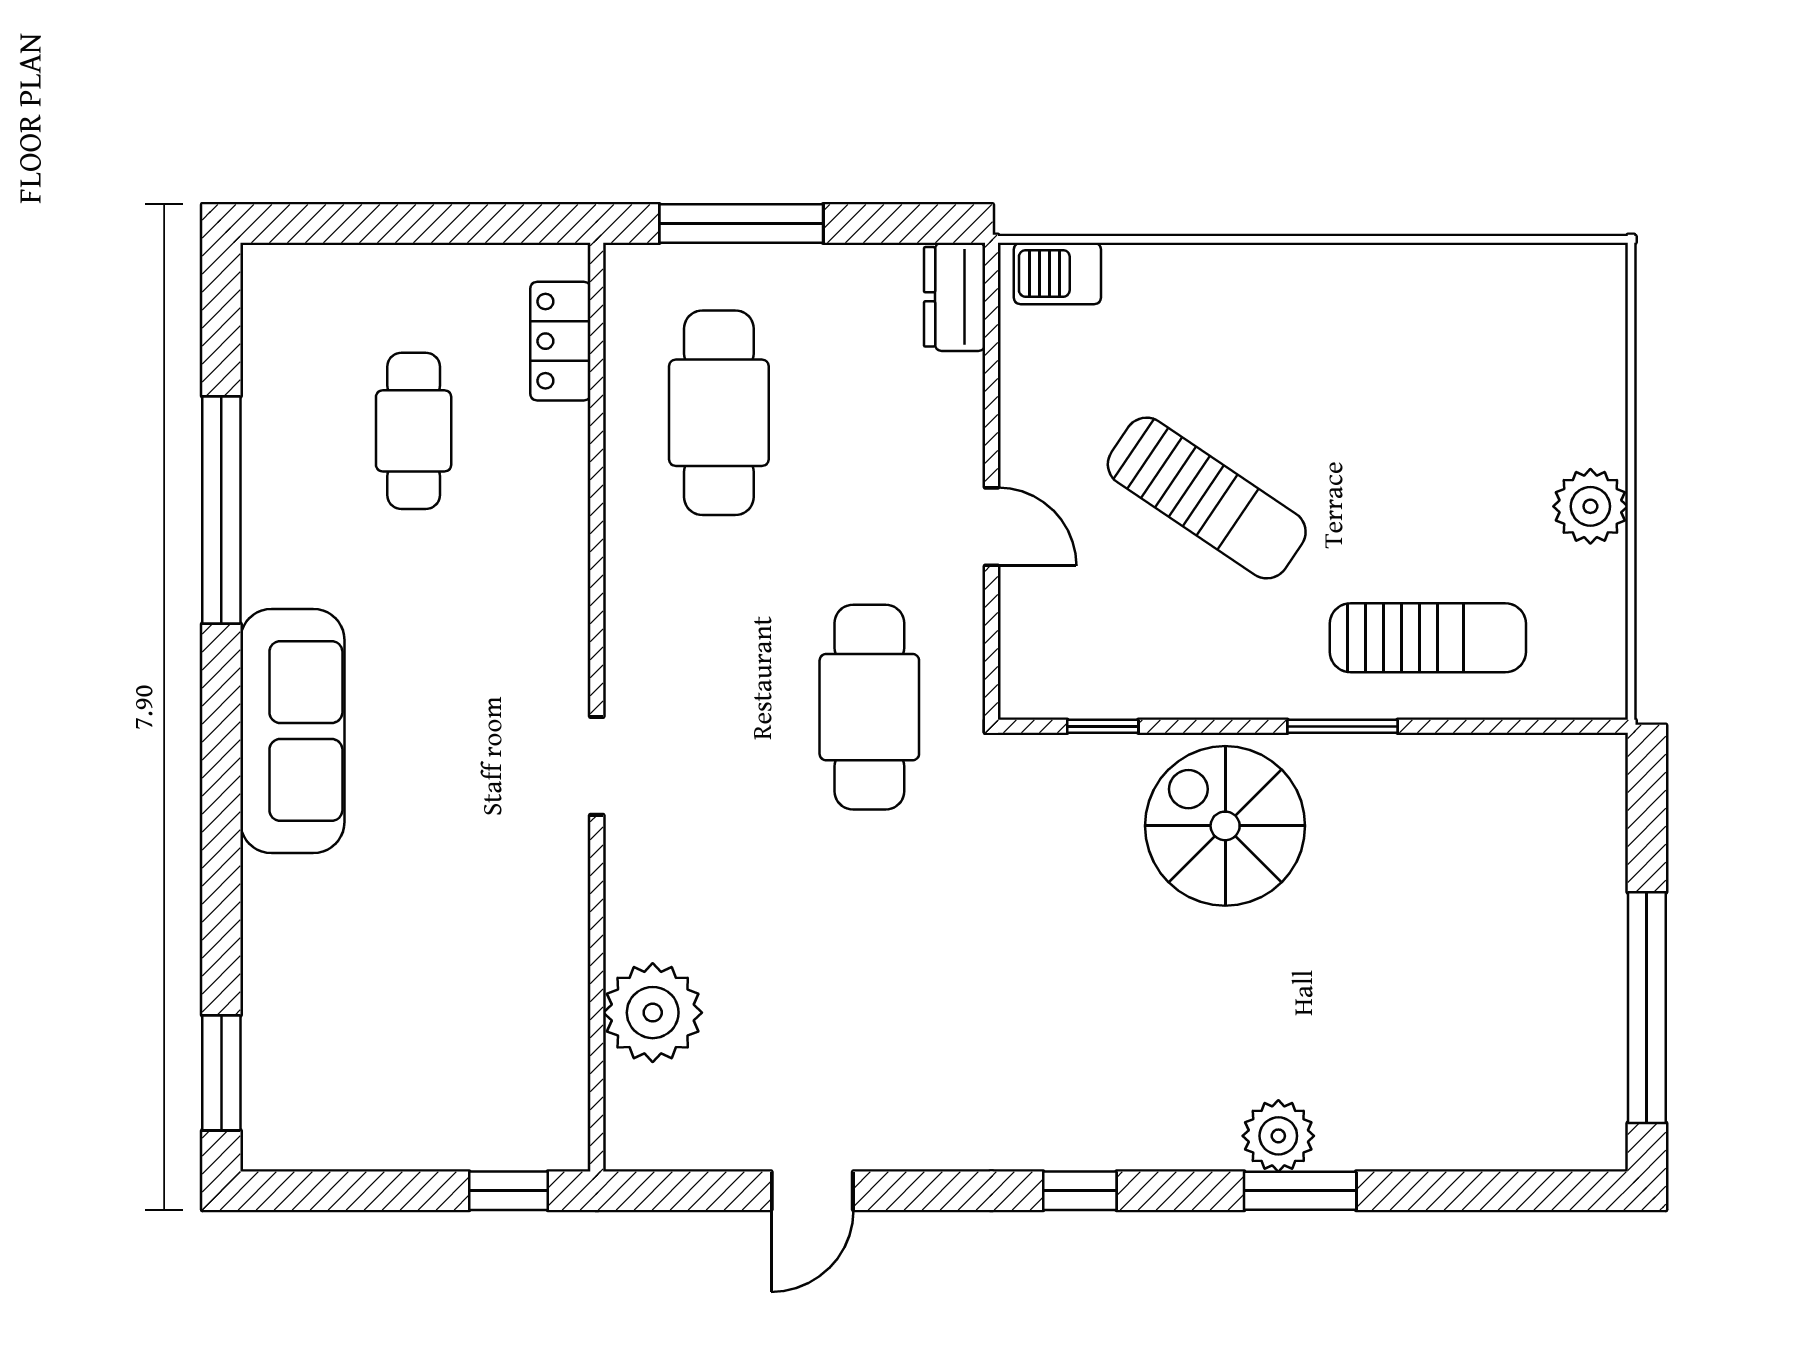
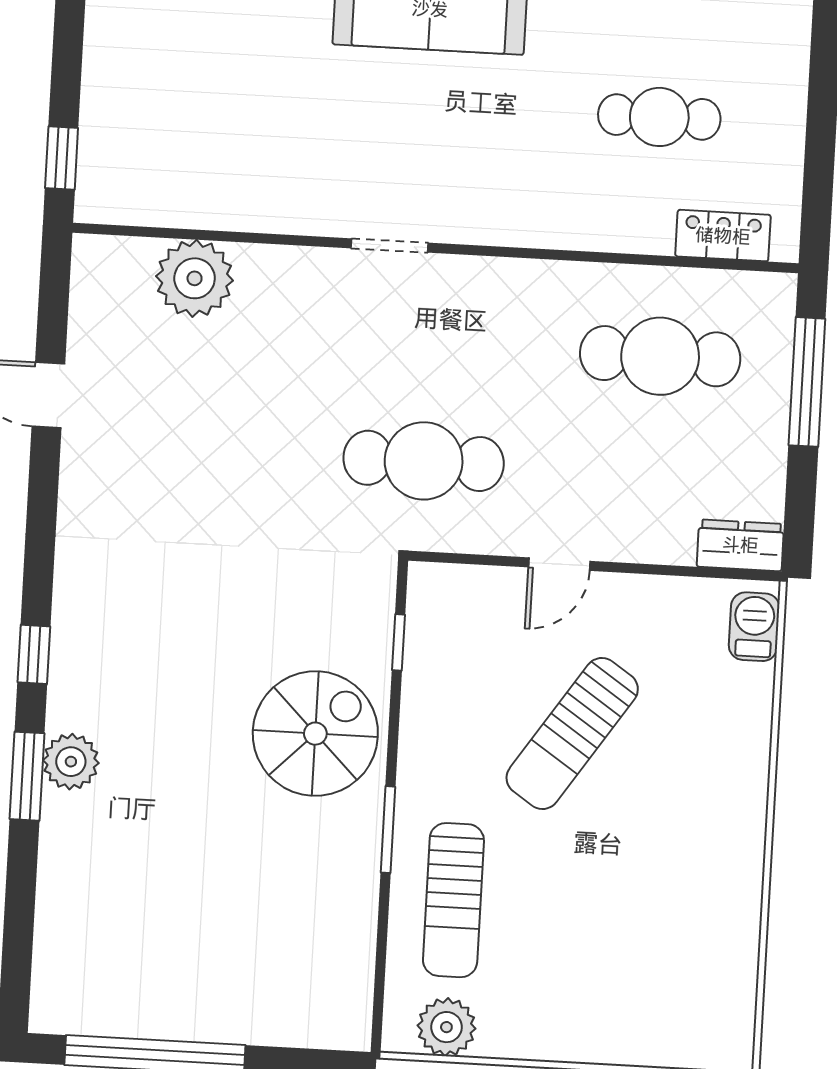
plant: (1590, 506) -> (446, 1027), moved
window: (1080, 1191) -> (34, 654), moved

